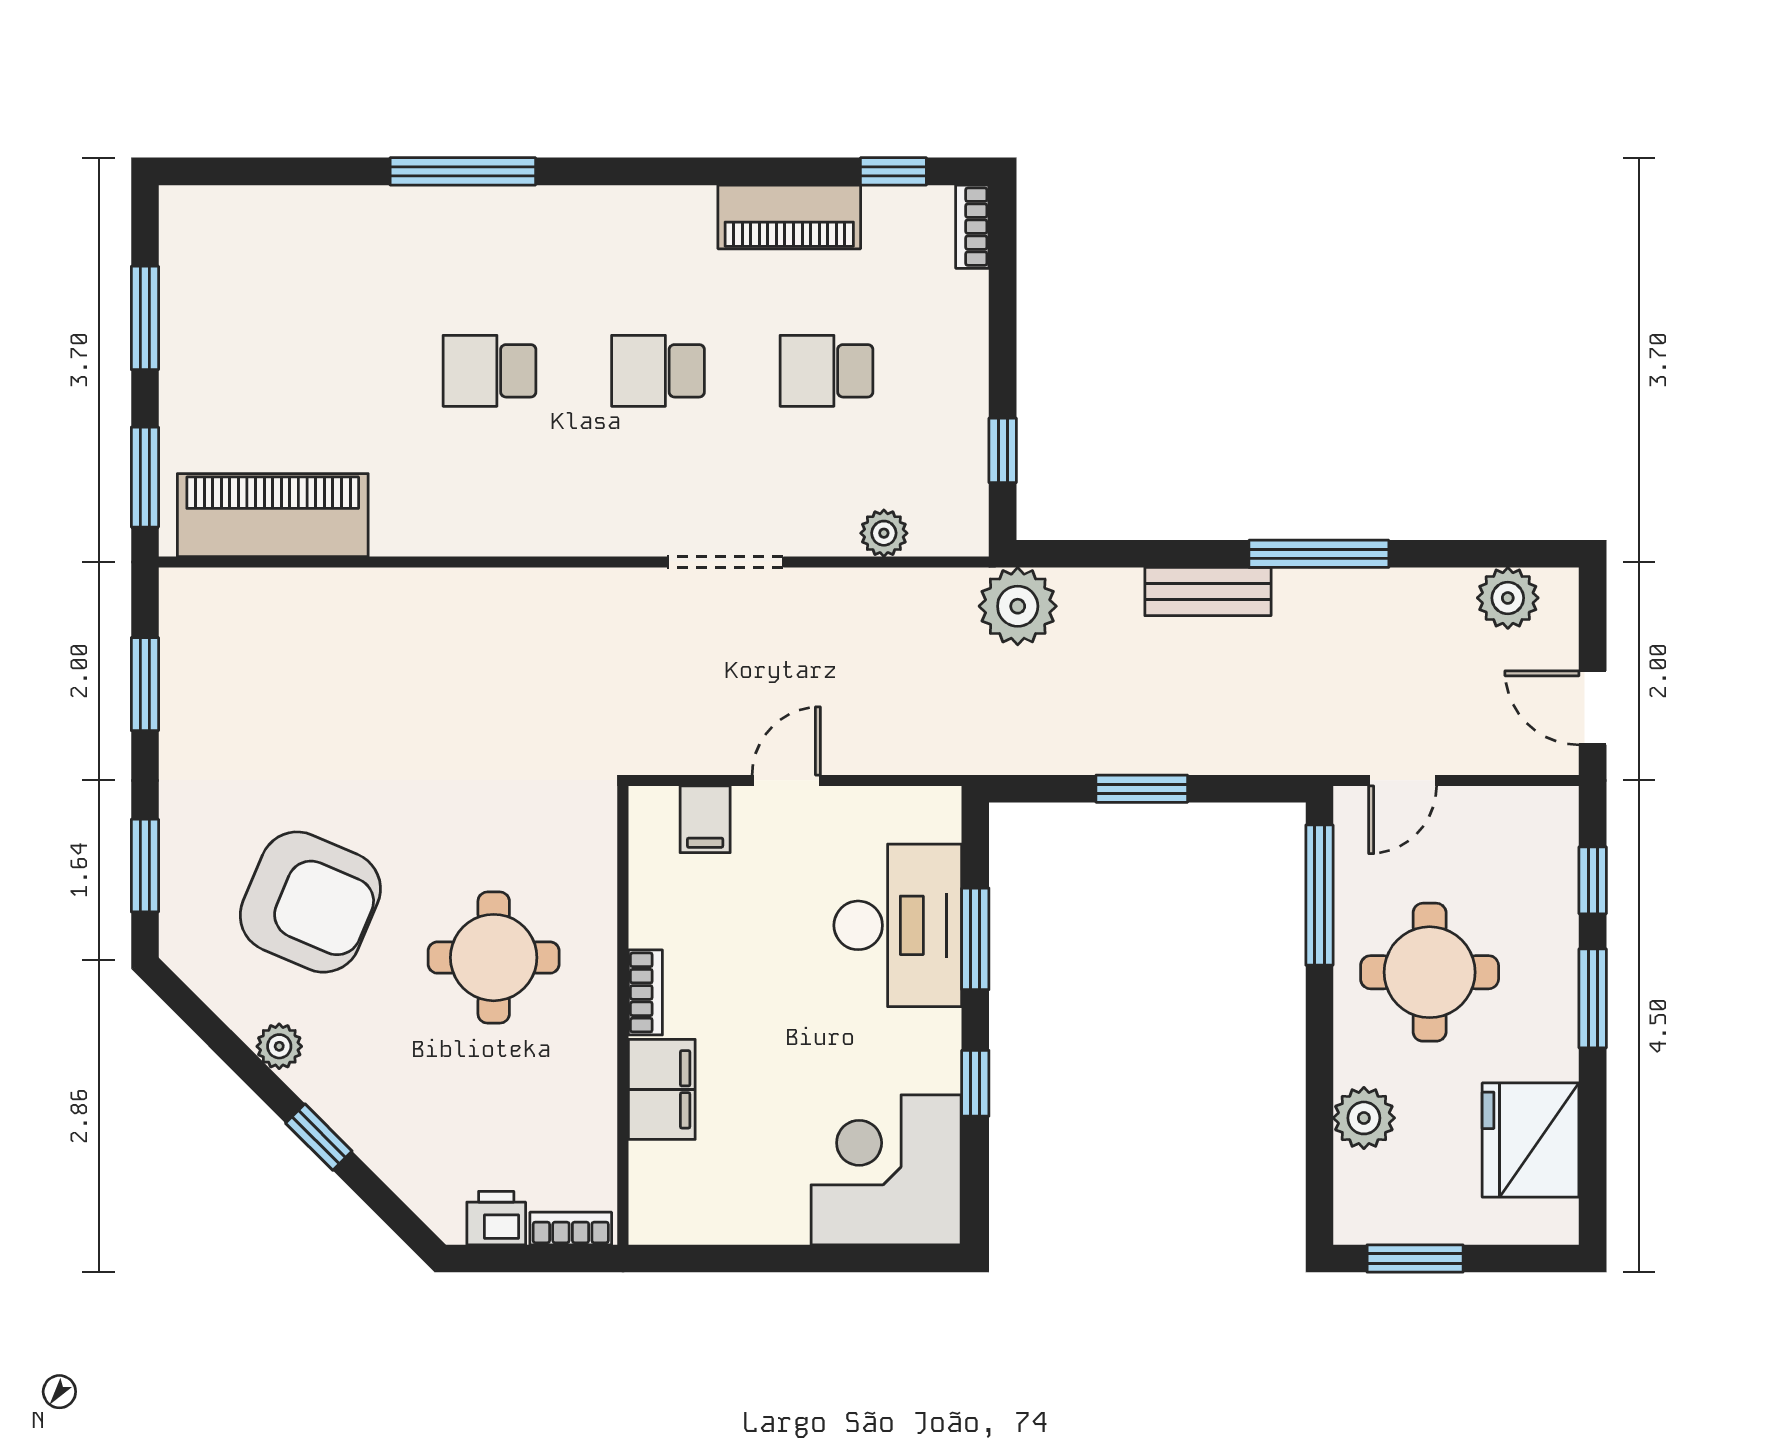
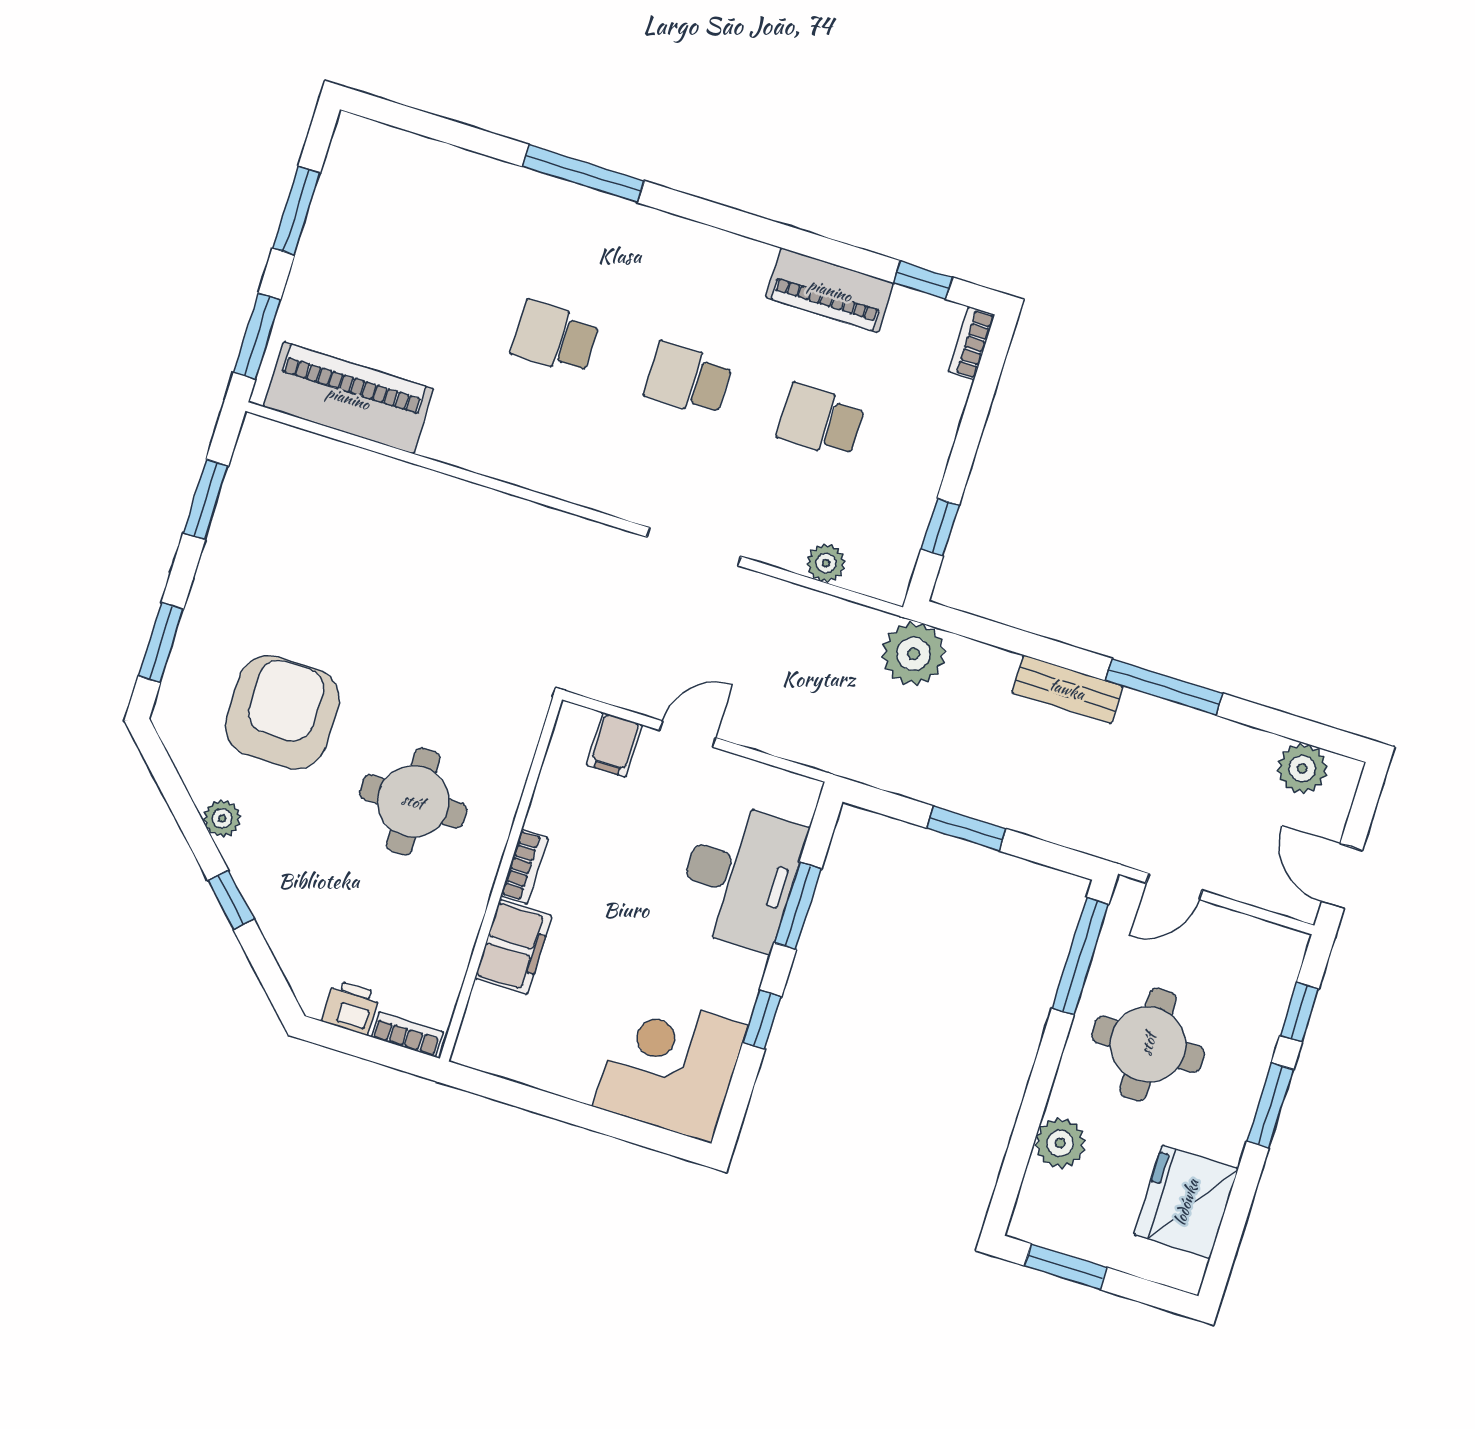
armchair: (310, 902) -> (282, 712), turned -113

